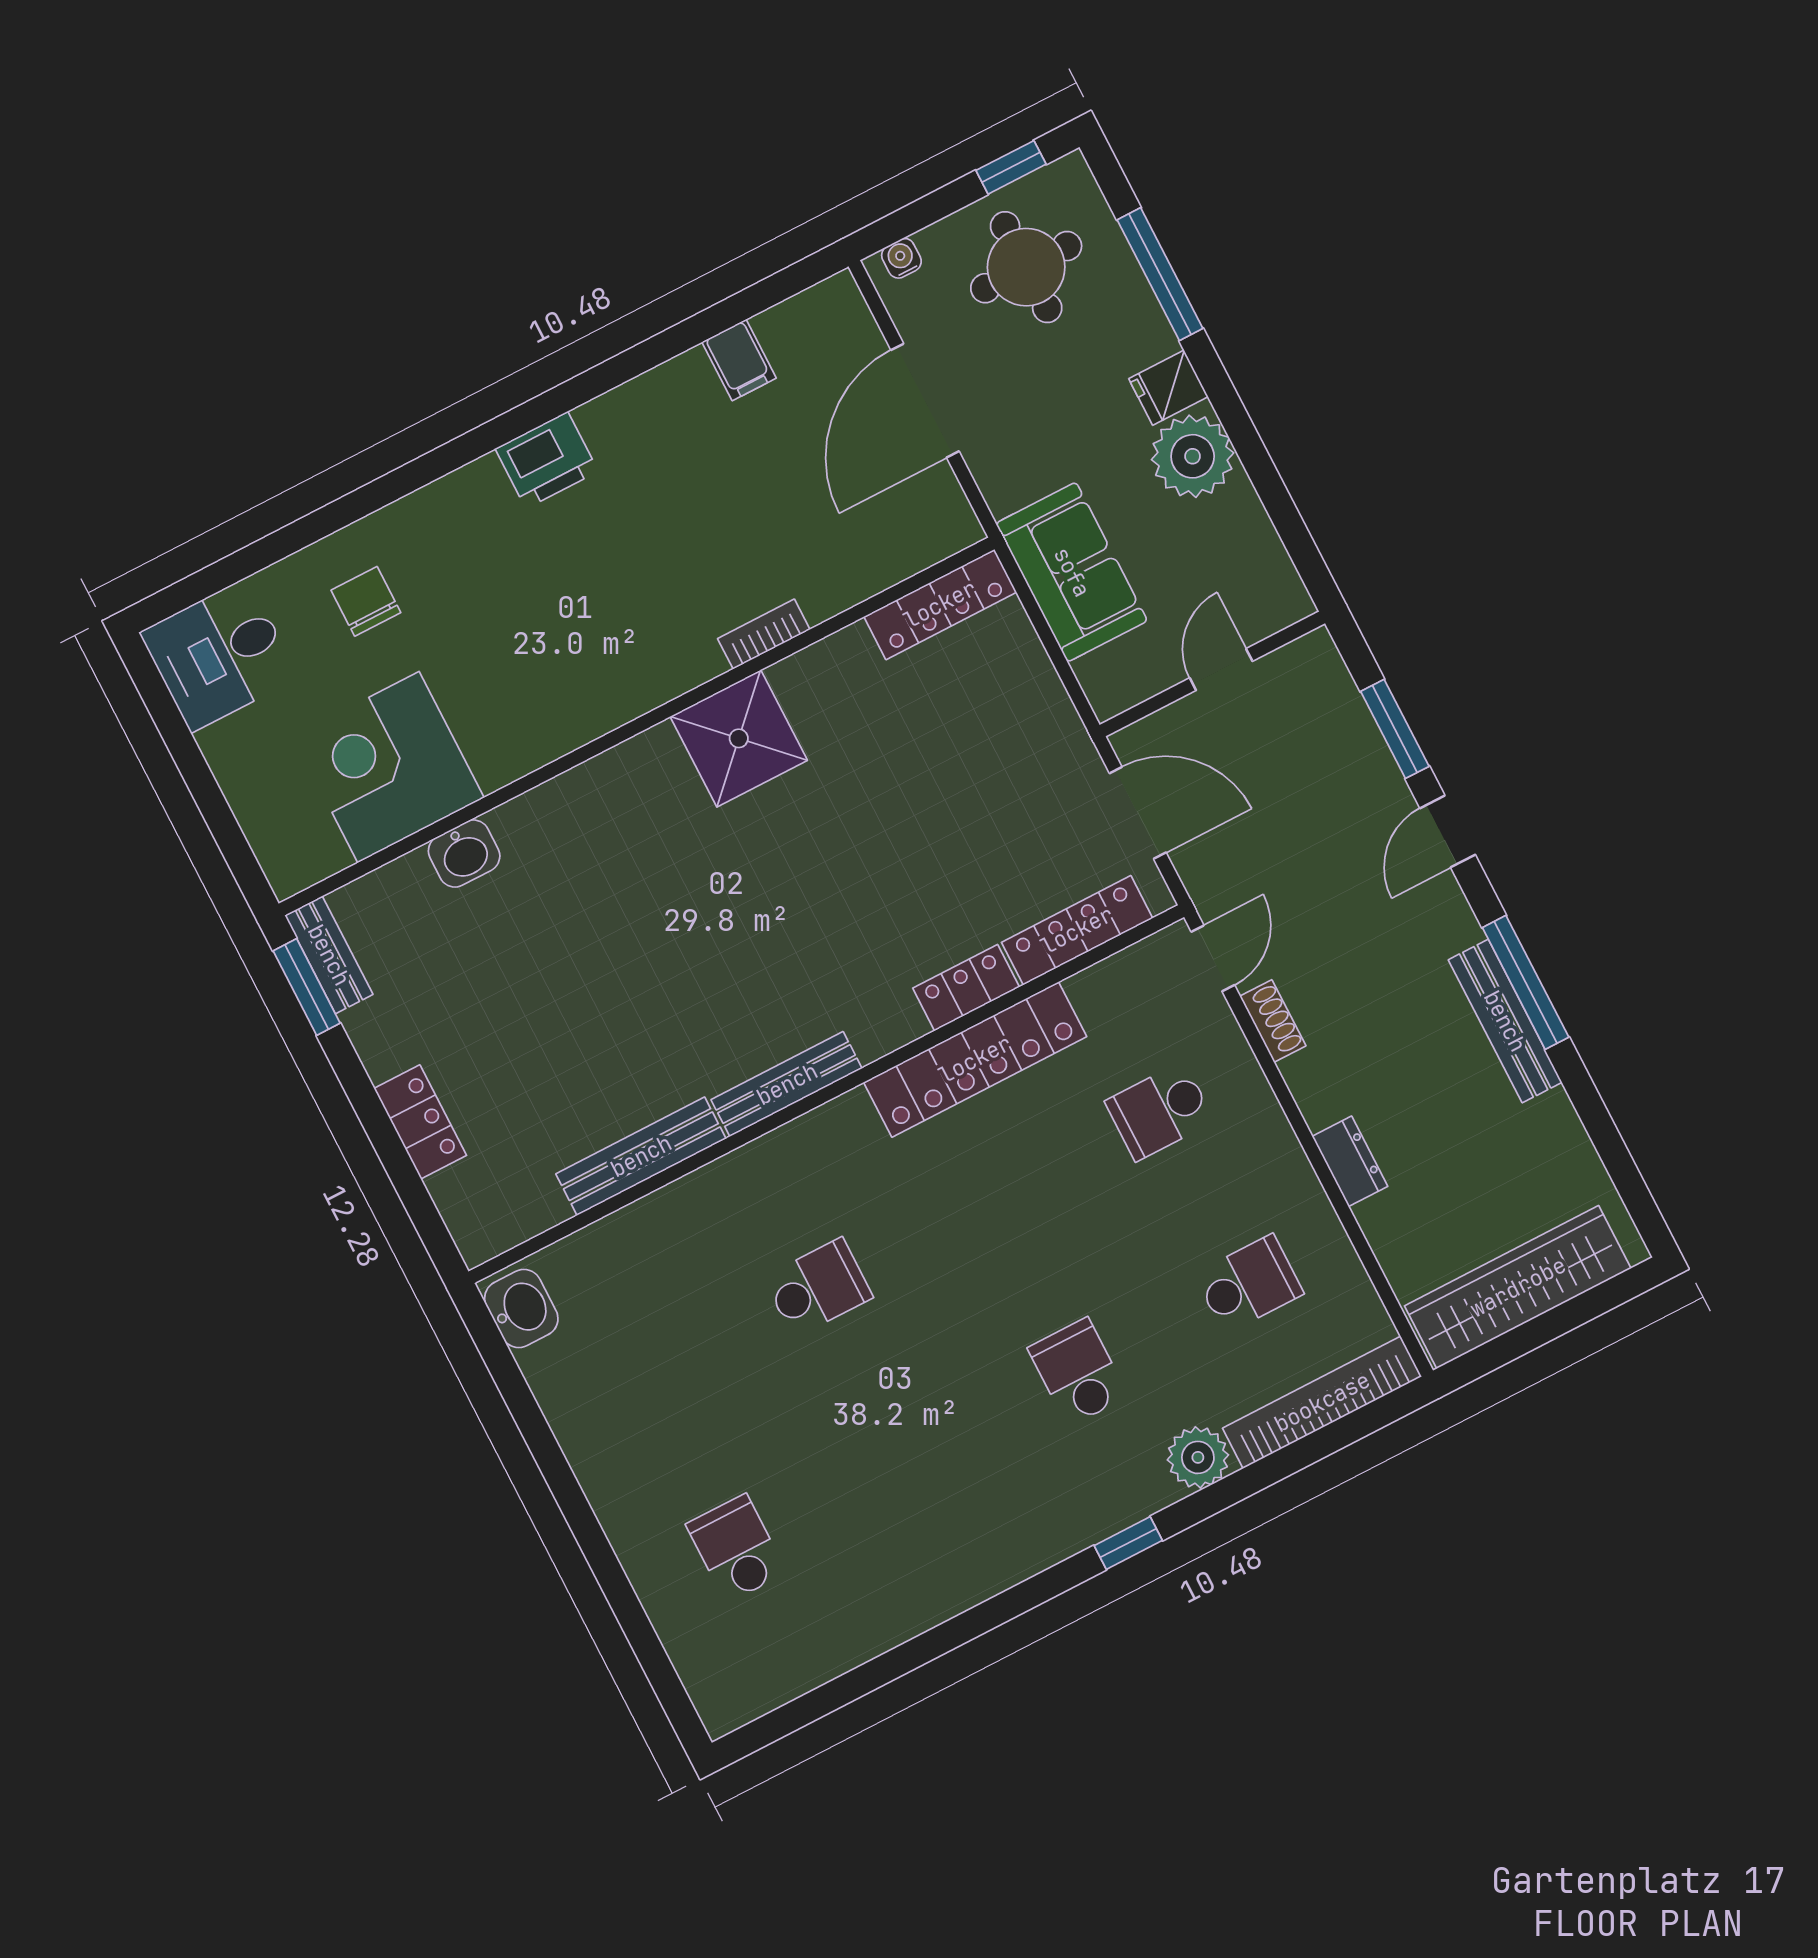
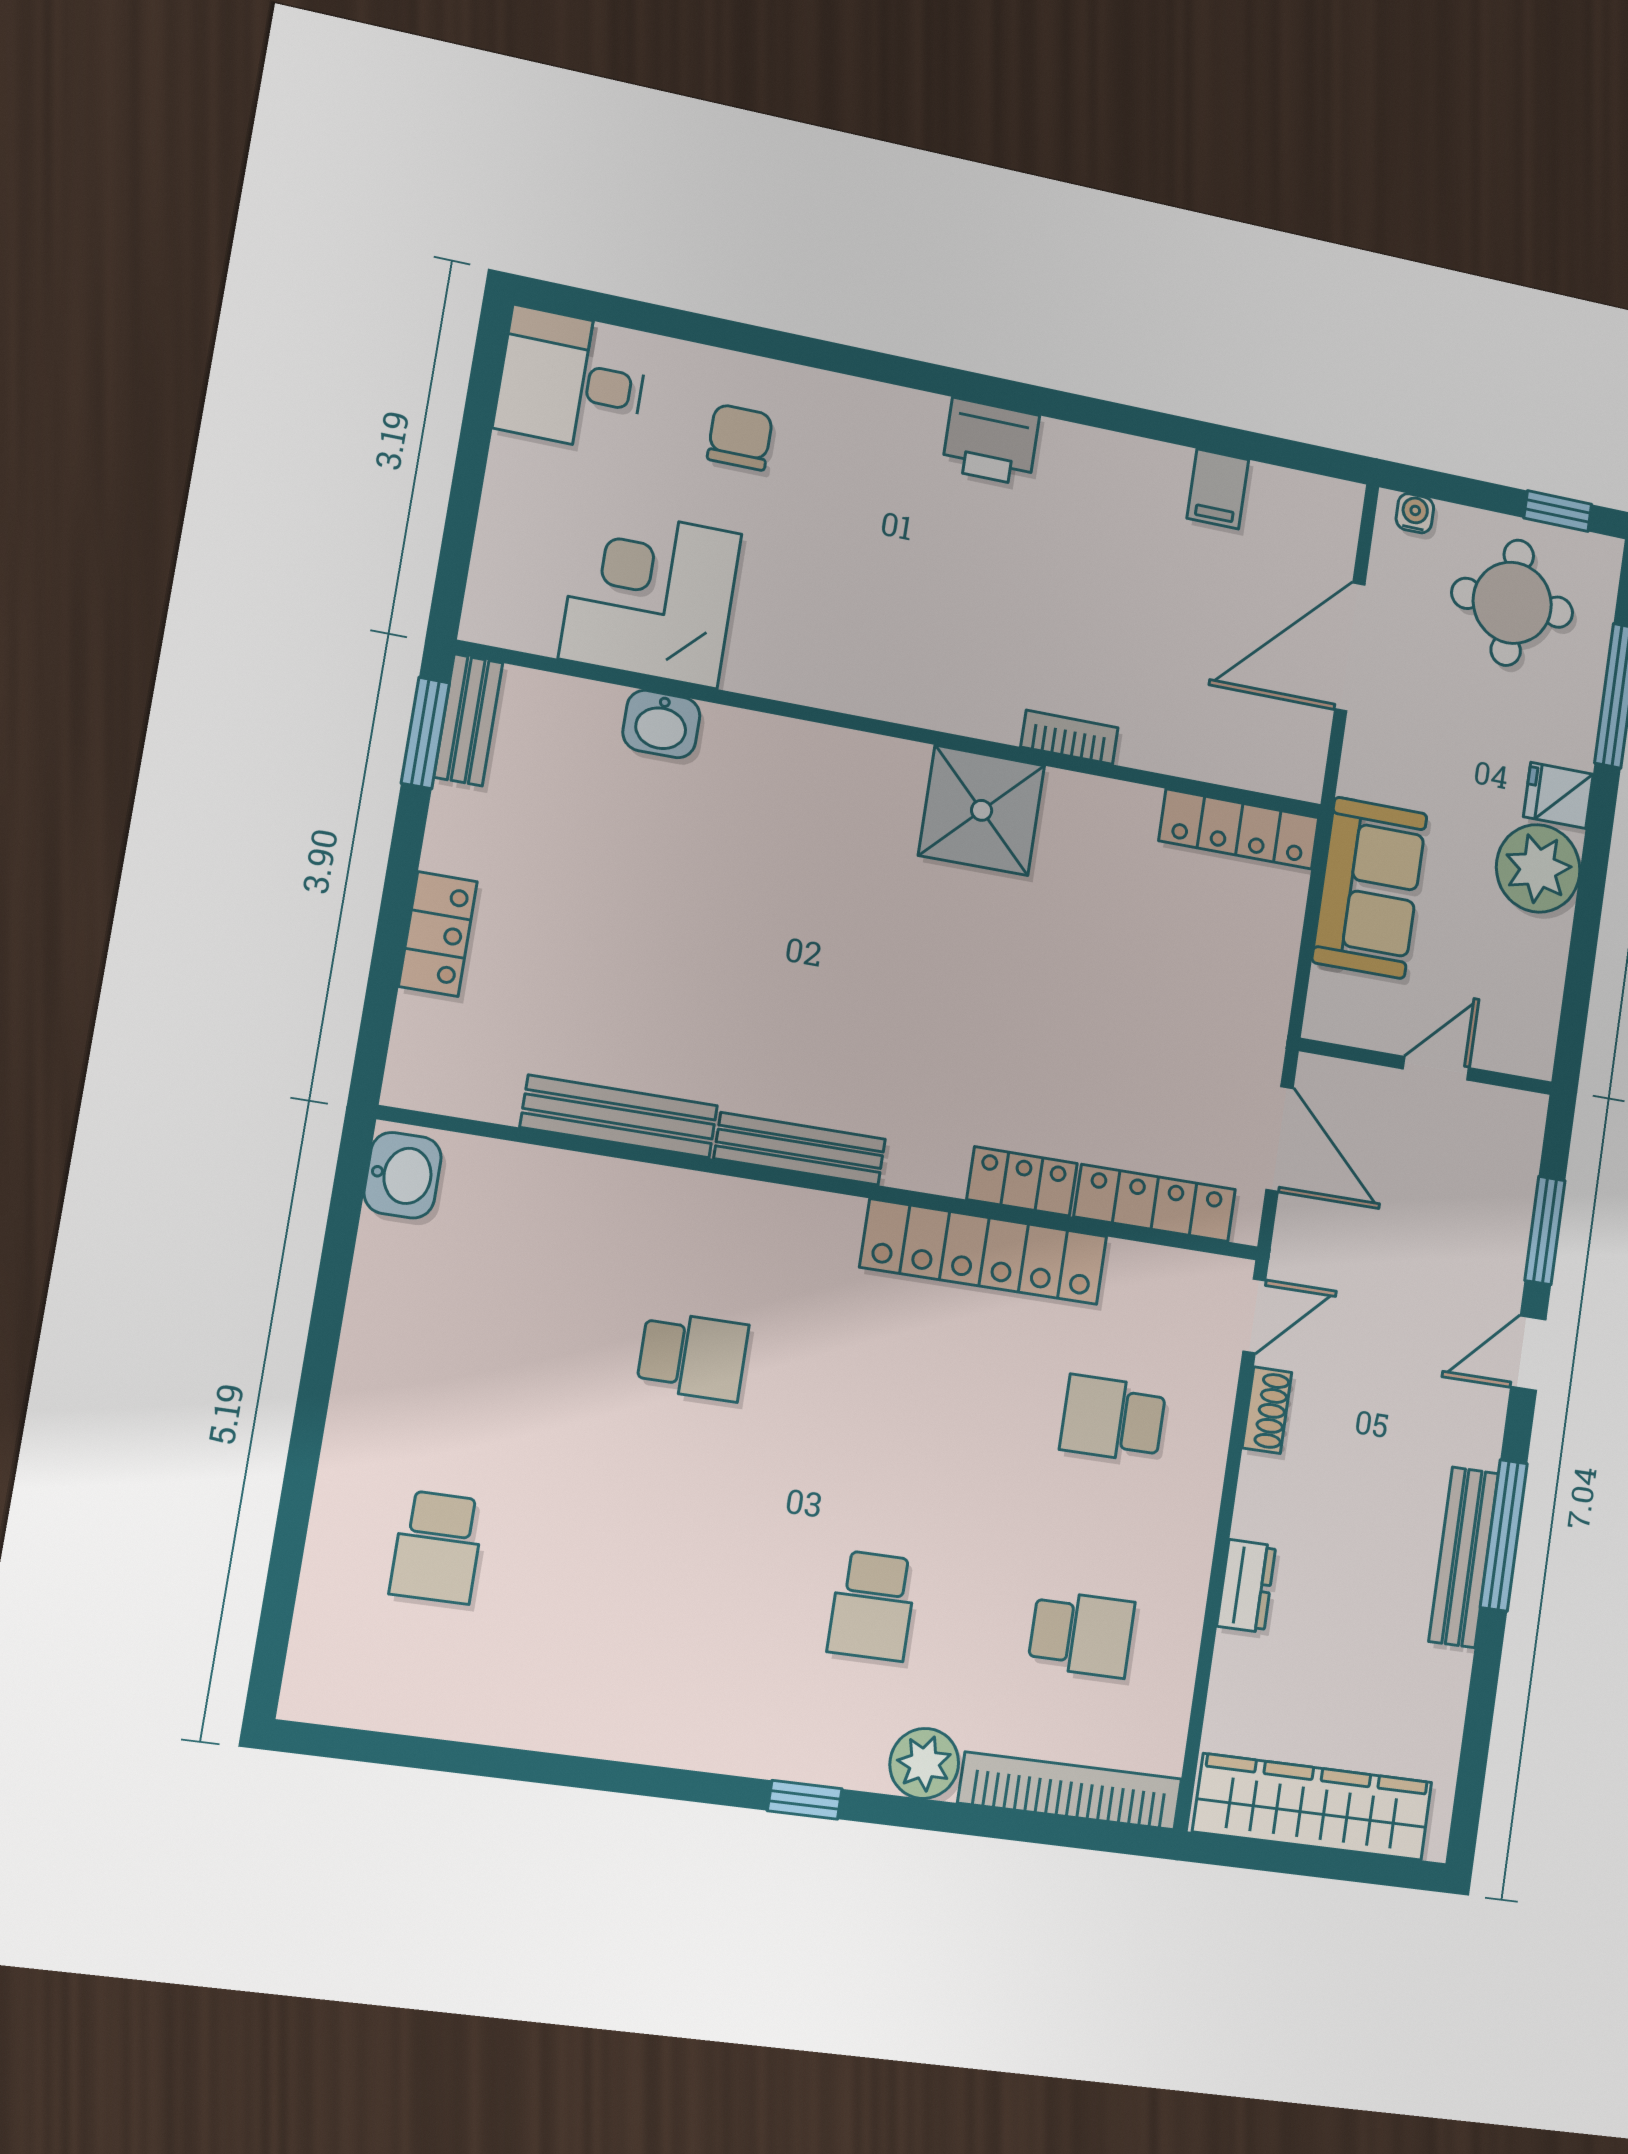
school desk: (1078, 1372) -> (872, 1606), turned 180
school desk: (736, 1548) -> (437, 1547), turned 180

